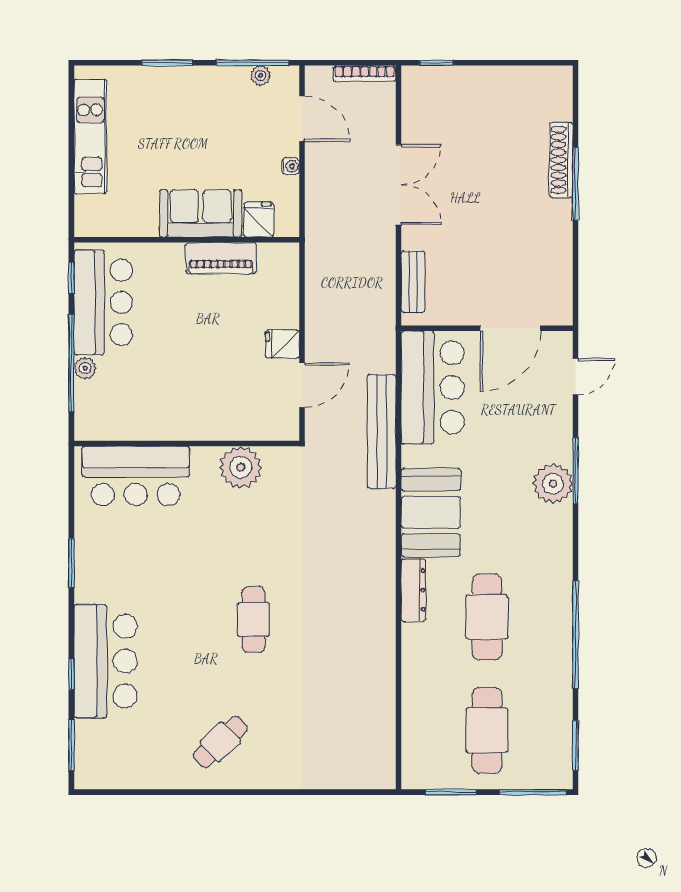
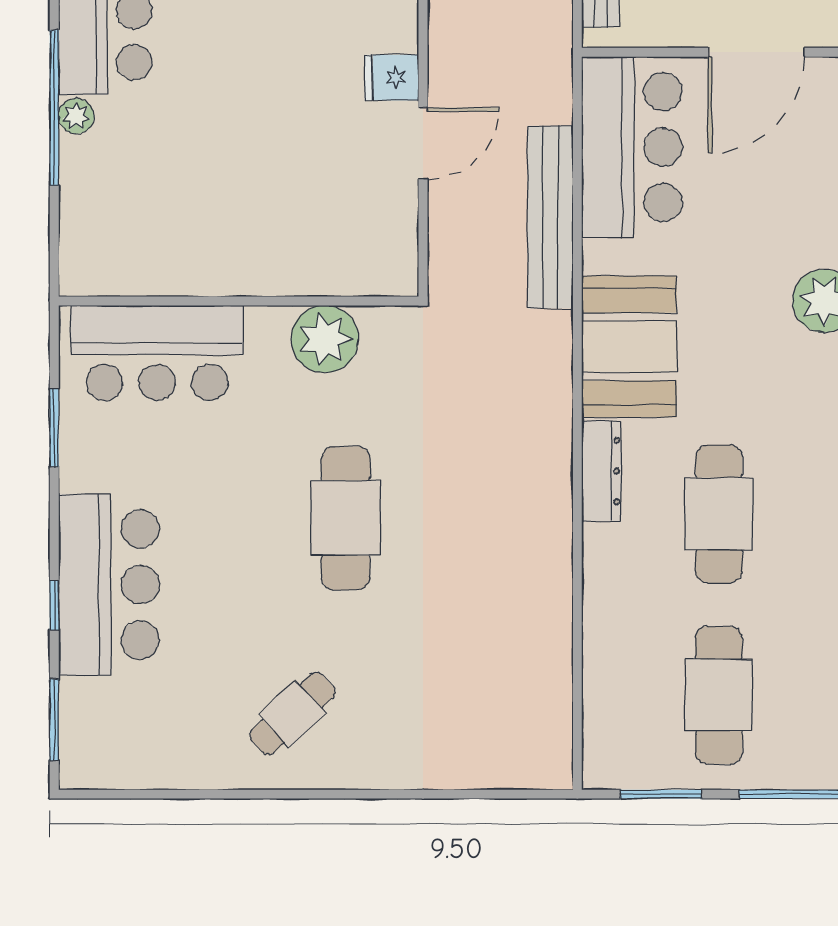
wall: (187, 444) -> (239, 301), moved
plant: (241, 467) -> (325, 339), moved
bar counter: (136, 476) -> (157, 353), moved
cafe table: (254, 619) -> (345, 518), width x1.37, depth x1.35

